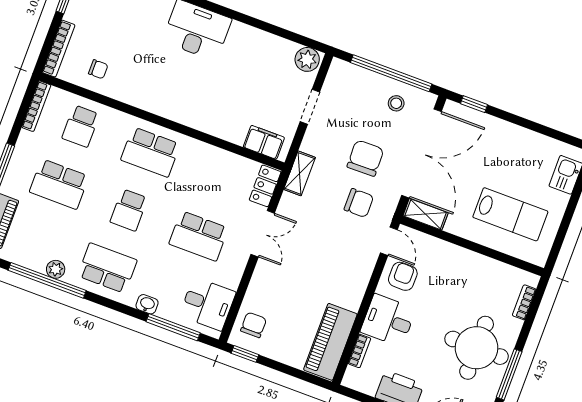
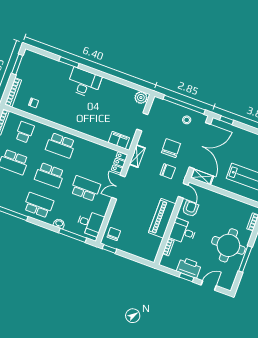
school desk: (81, 126) -> (25, 132), turned 180
school desk: (129, 210) -> (50, 175), width x1.85
double door: (263, 234) -> (118, 187), swing flipped
school desk: (199, 236) -> (85, 188), turned 180
plant: (56, 269) -> (12, 206), removed
piano: (330, 342) -> (162, 218), moved

